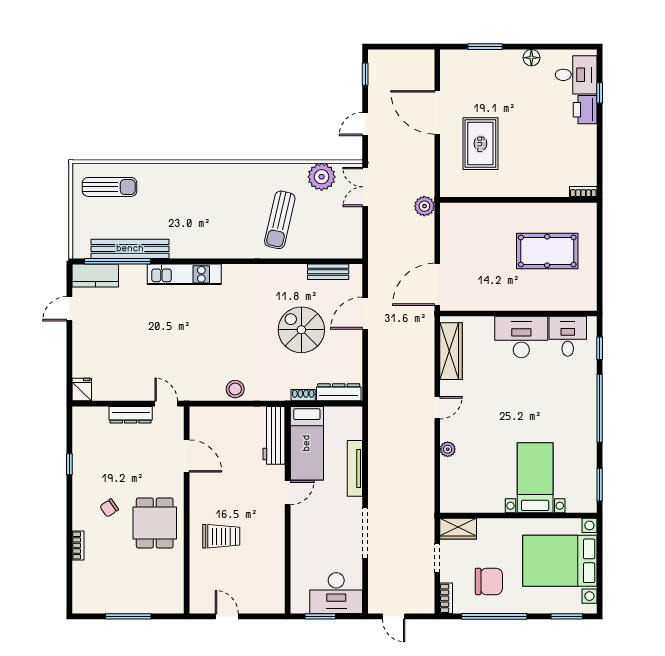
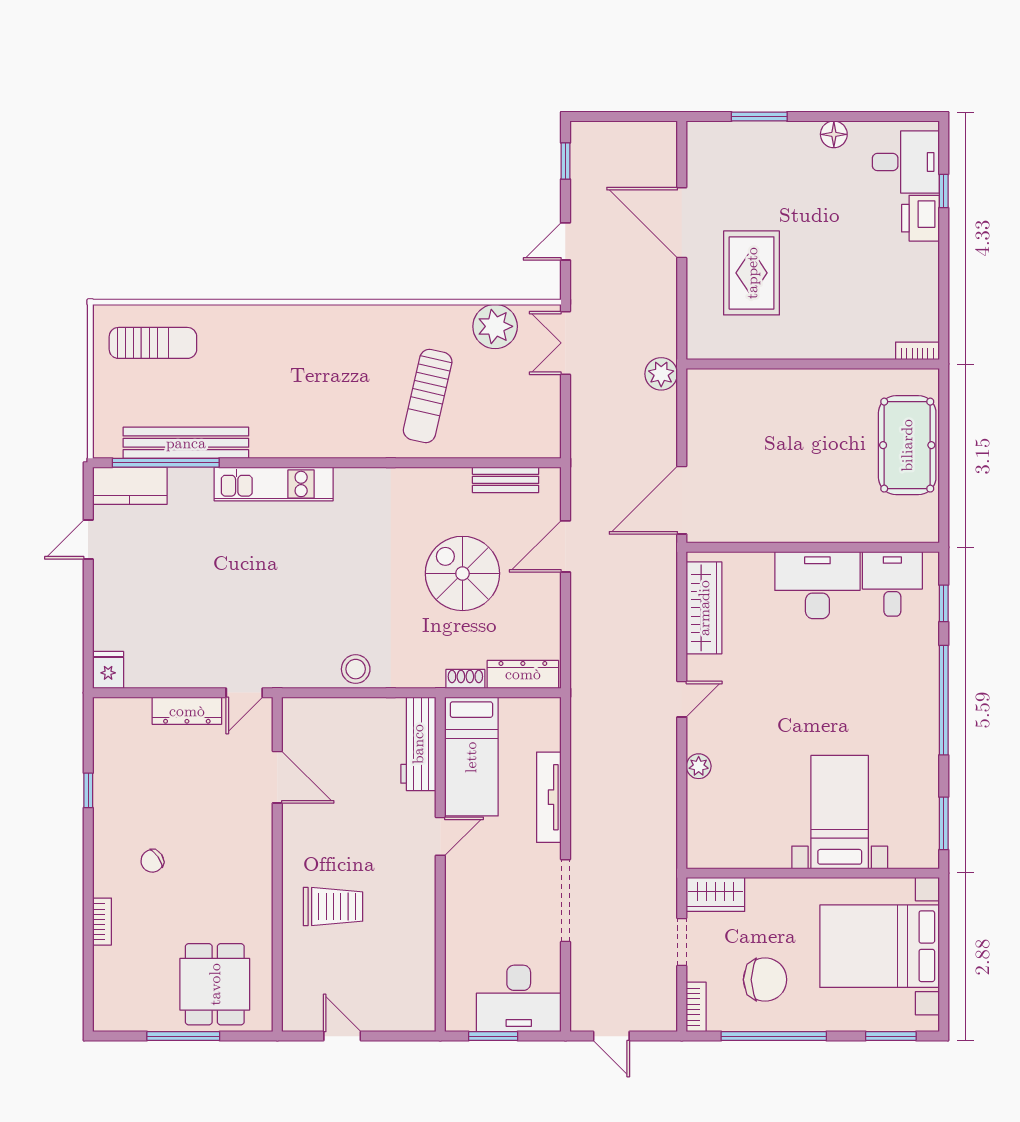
pool table: (547, 251) -> (907, 445), moved, turned 90
door: (166, 404) -> (244, 693), swing flipped
dining table: (155, 523) -> (215, 984), moved

